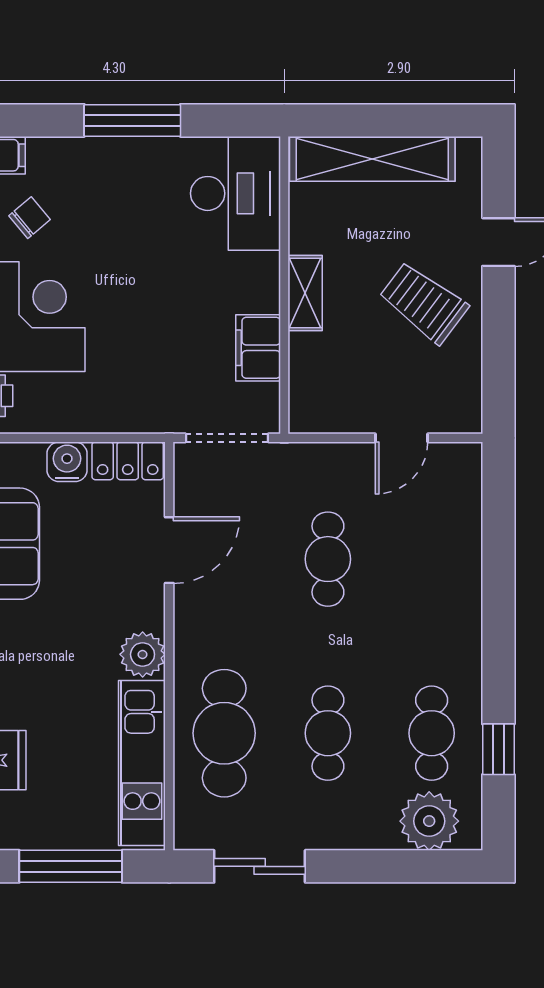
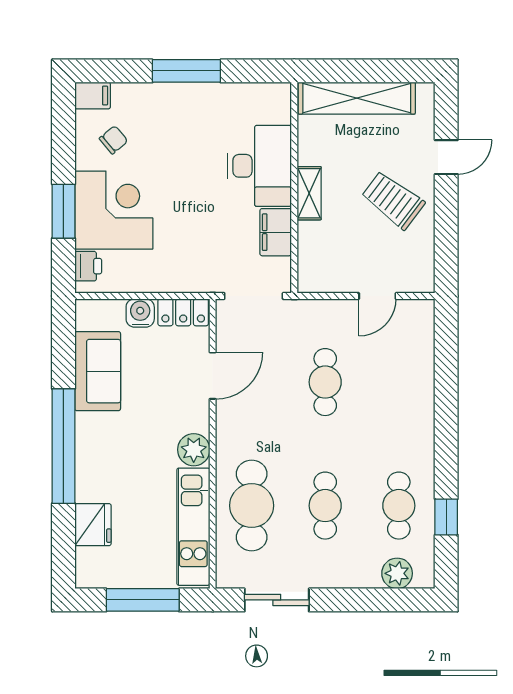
desk: (235, 193) -> (260, 166), moved
plant: (429, 821) -> (397, 573), width x0.73, depth x0.73

